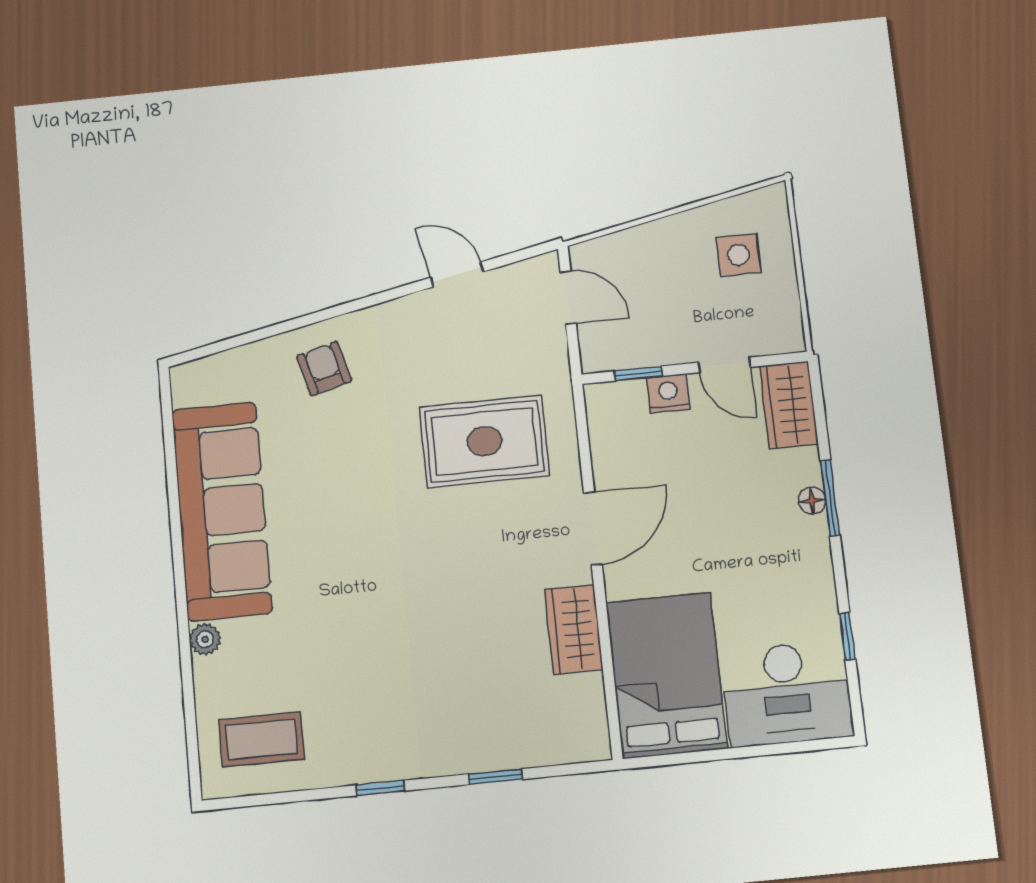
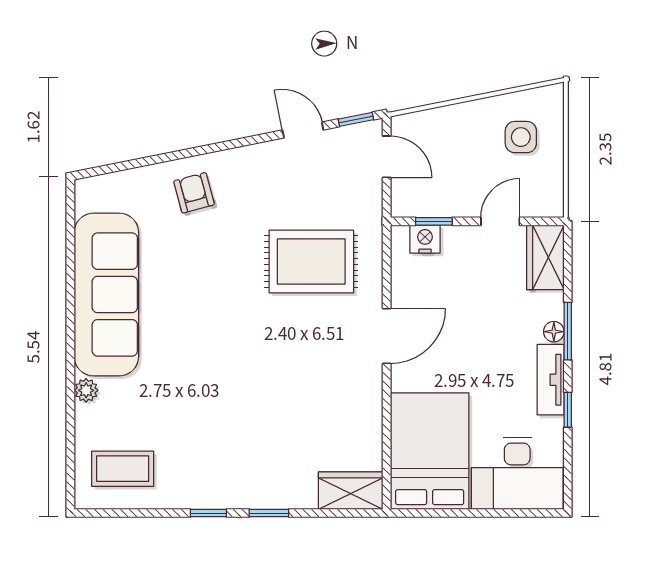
window: (524, 254) -> (356, 119), added
door: (725, 365) -> (500, 221), swing flipped
nightstand: (668, 394) -> (425, 239), moved
tv unit: (815, 564) -> (551, 380), added
wardrobe: (574, 629) -> (351, 491), moved, turned 90
window: (847, 636) -> (568, 410), moved
window: (496, 777) -> (269, 513), moved

